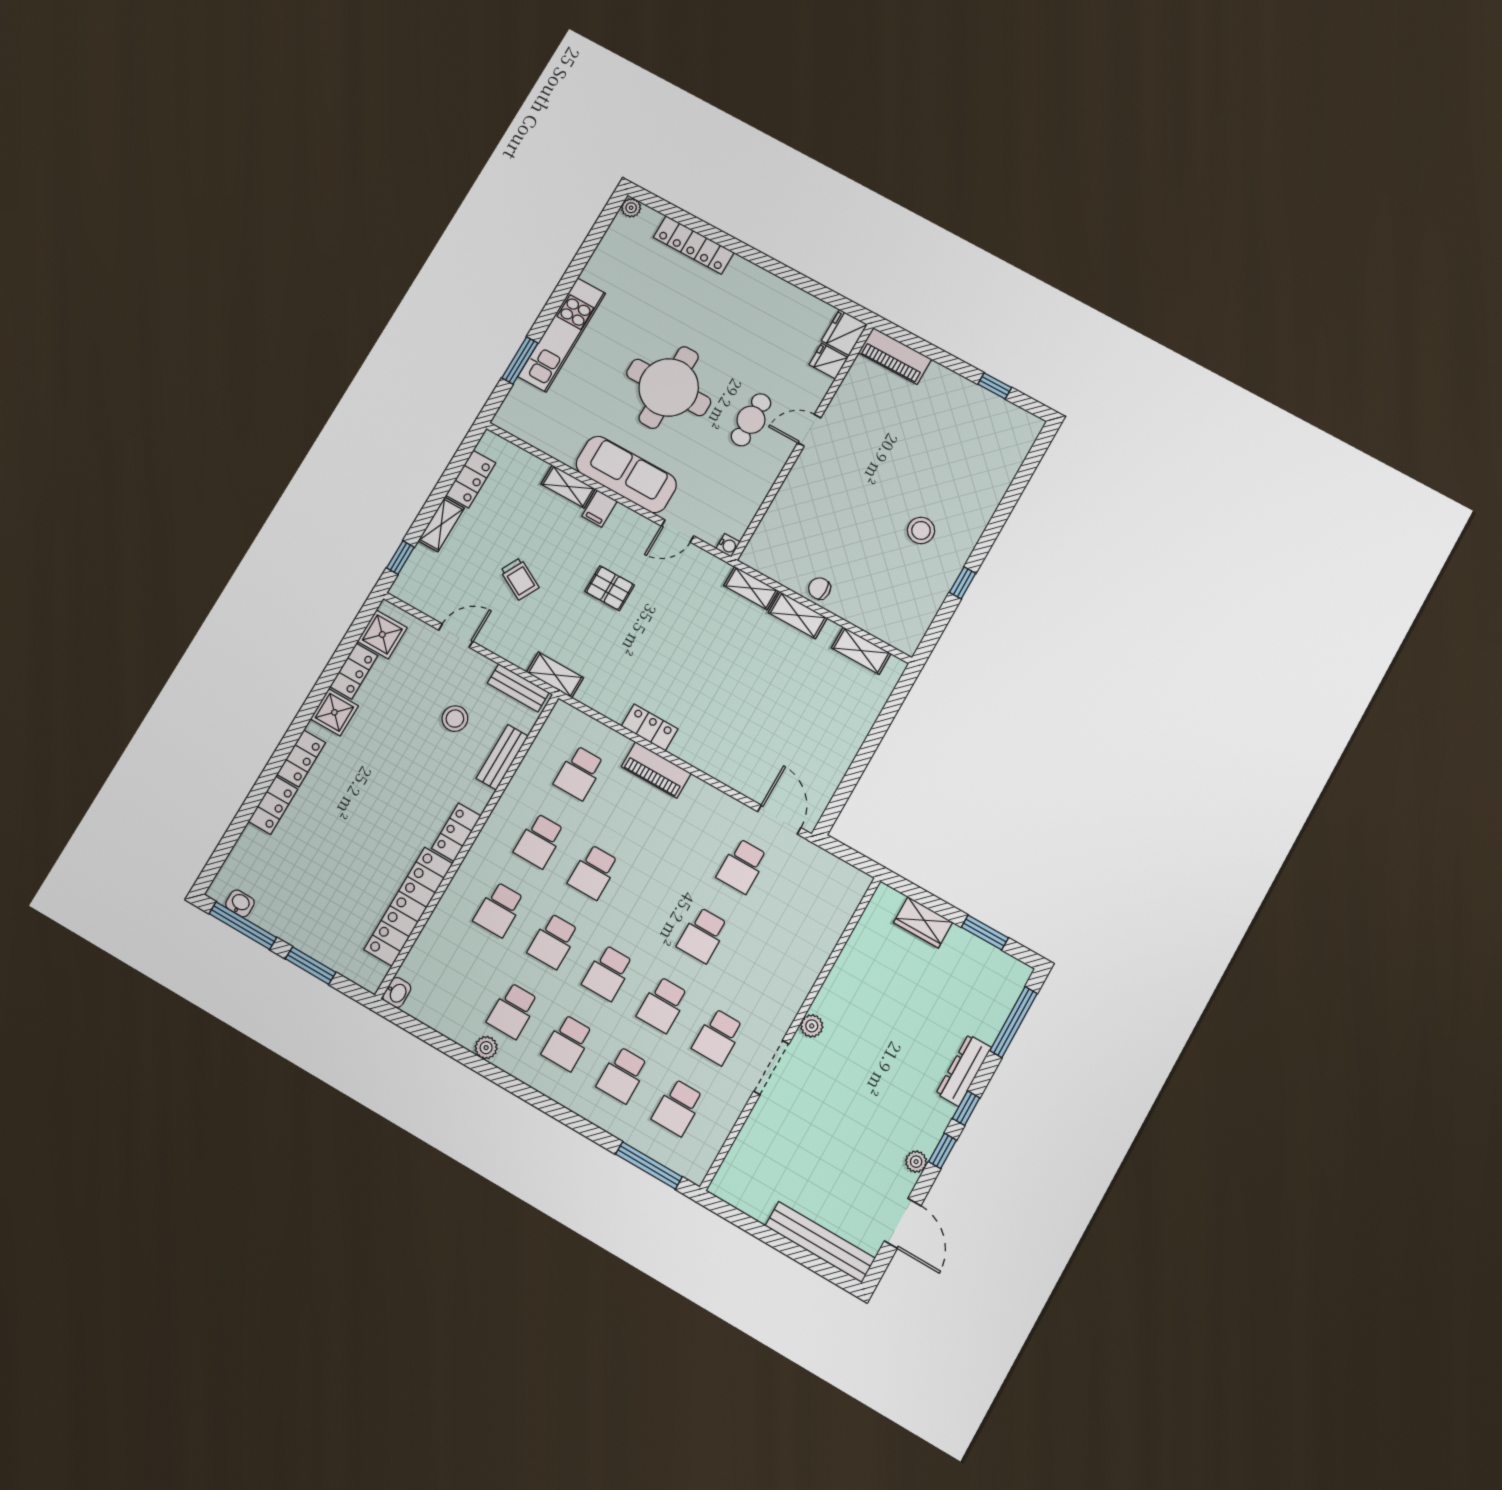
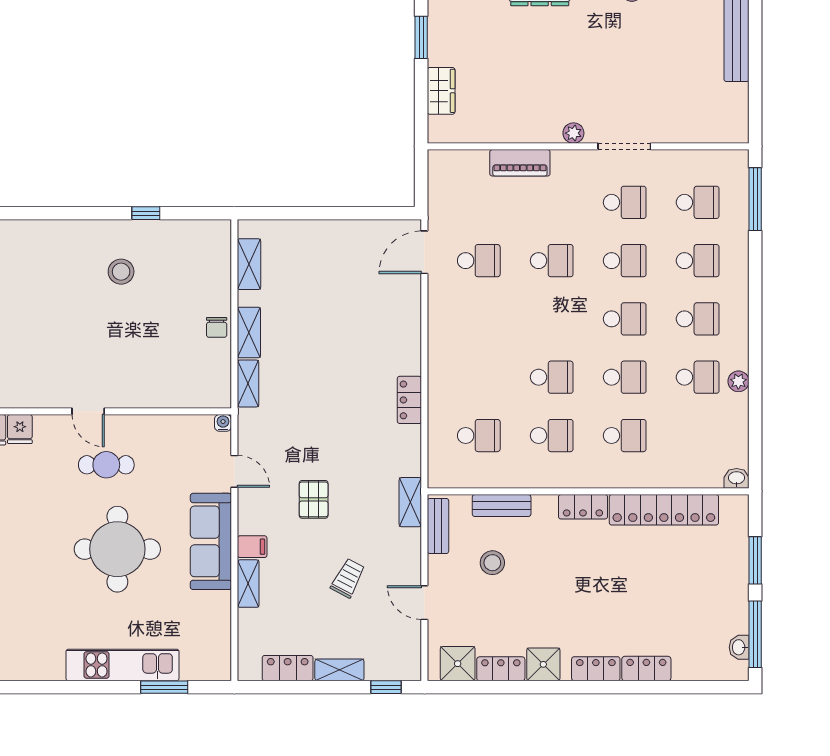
piano: (656, 770) -> (520, 163), moved, turned 90

